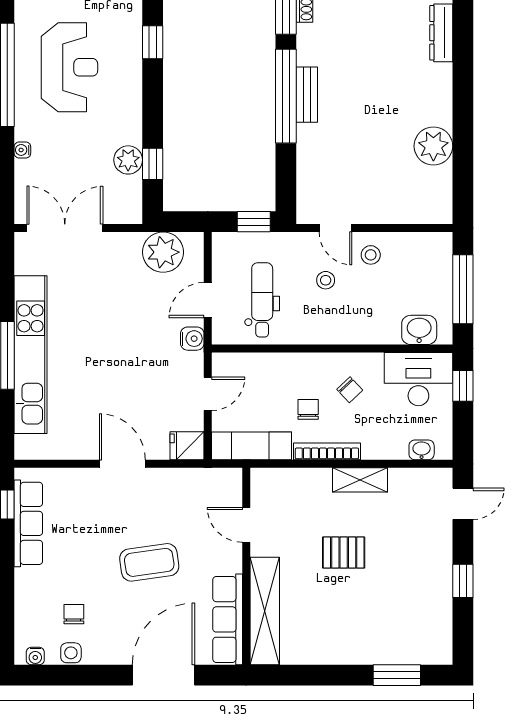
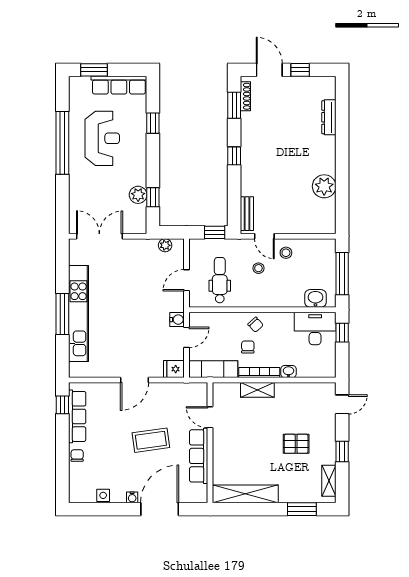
bench: (307, 95) -> (247, 214), moved
window: (286, 96) -> (234, 156), width x0.32
water cooler: (22, 150) -> (74, 189), removed
plant: (163, 252) -> (165, 245), width x0.53, depth x0.53
water cooler: (192, 339) -> (177, 320), moved
chair: (350, 390) -> (256, 325), moved
washbasin: (422, 450) -> (288, 372), moved
door: (122, 464) -> (134, 380), swing flipped
shelving: (360, 480) -> (257, 390), moved
pallet: (344, 553) -> (296, 444), moved
shelving: (265, 611) -> (245, 494), moved, turned 90
chair: (74, 614) -> (77, 456), moved
row of seats: (228, 619) -> (199, 456), moved
shelving: (441, 629) -> (329, 481), added
water cooler: (35, 656) -> (132, 497), moved

